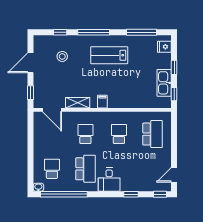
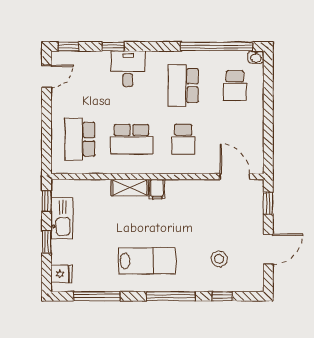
shelving: (78, 103) -> (130, 188), moved
school desk: (119, 134) -> (132, 139), width x1.85
desk: (109, 180) -> (128, 69), moved

